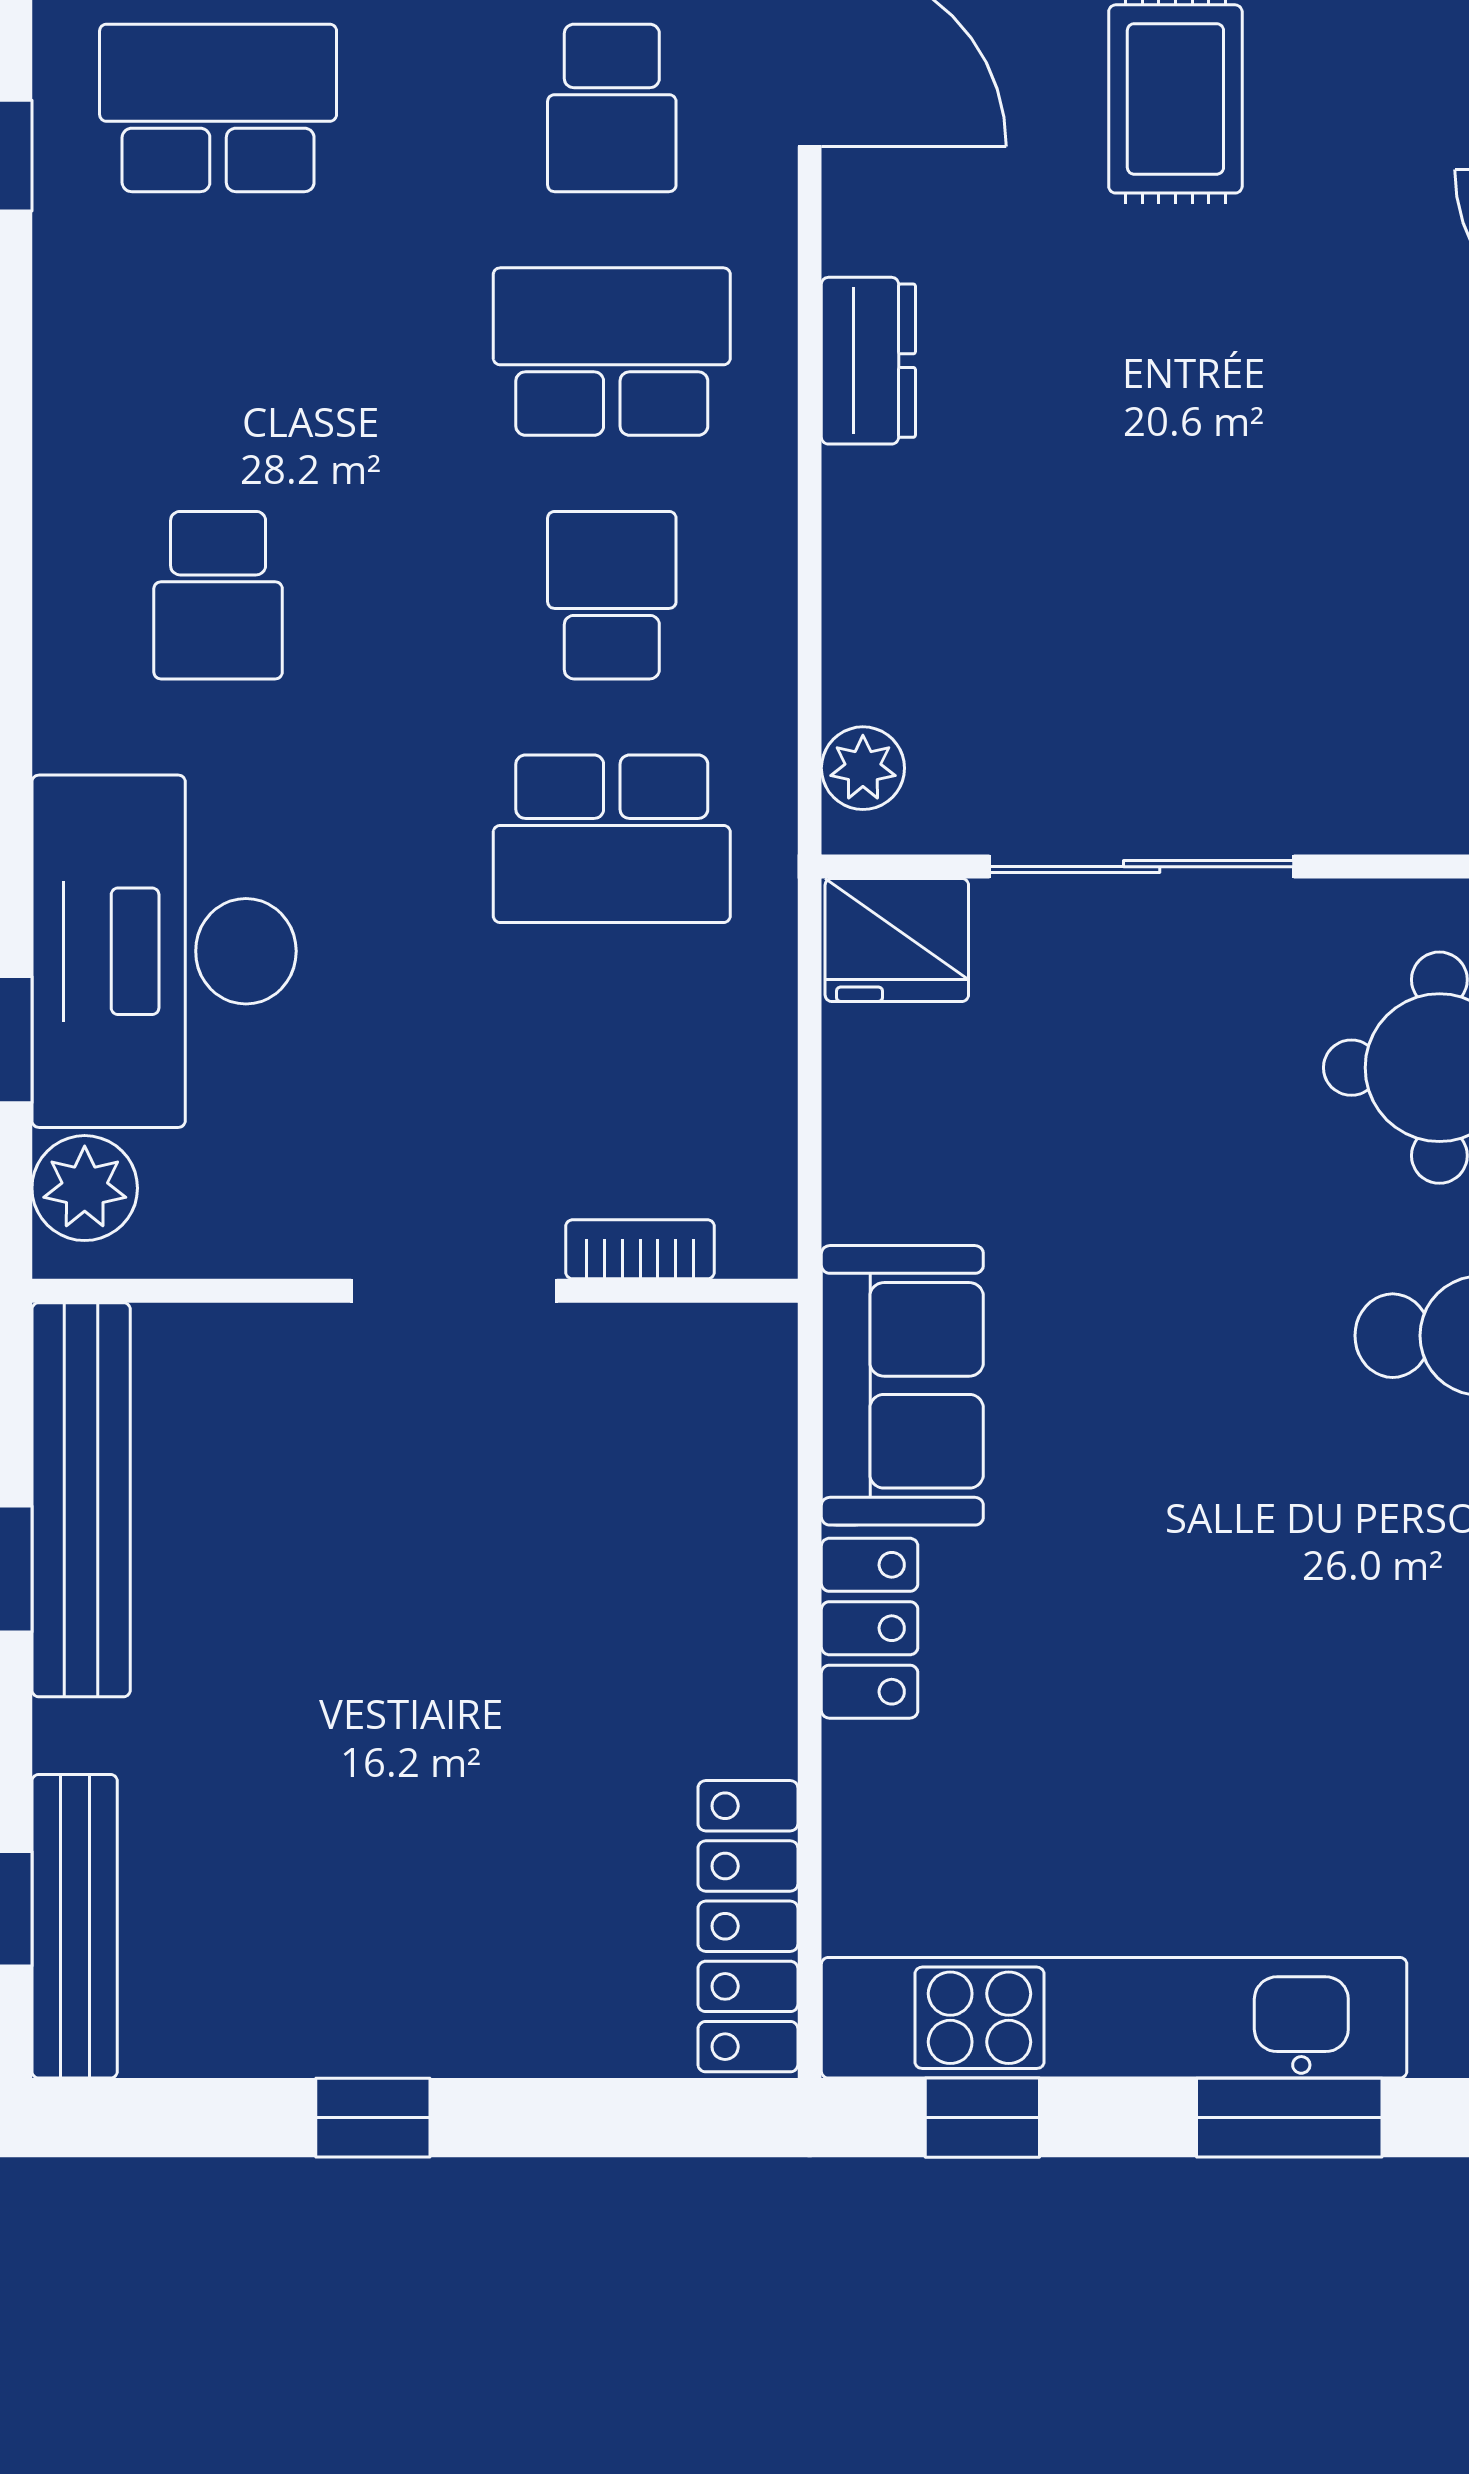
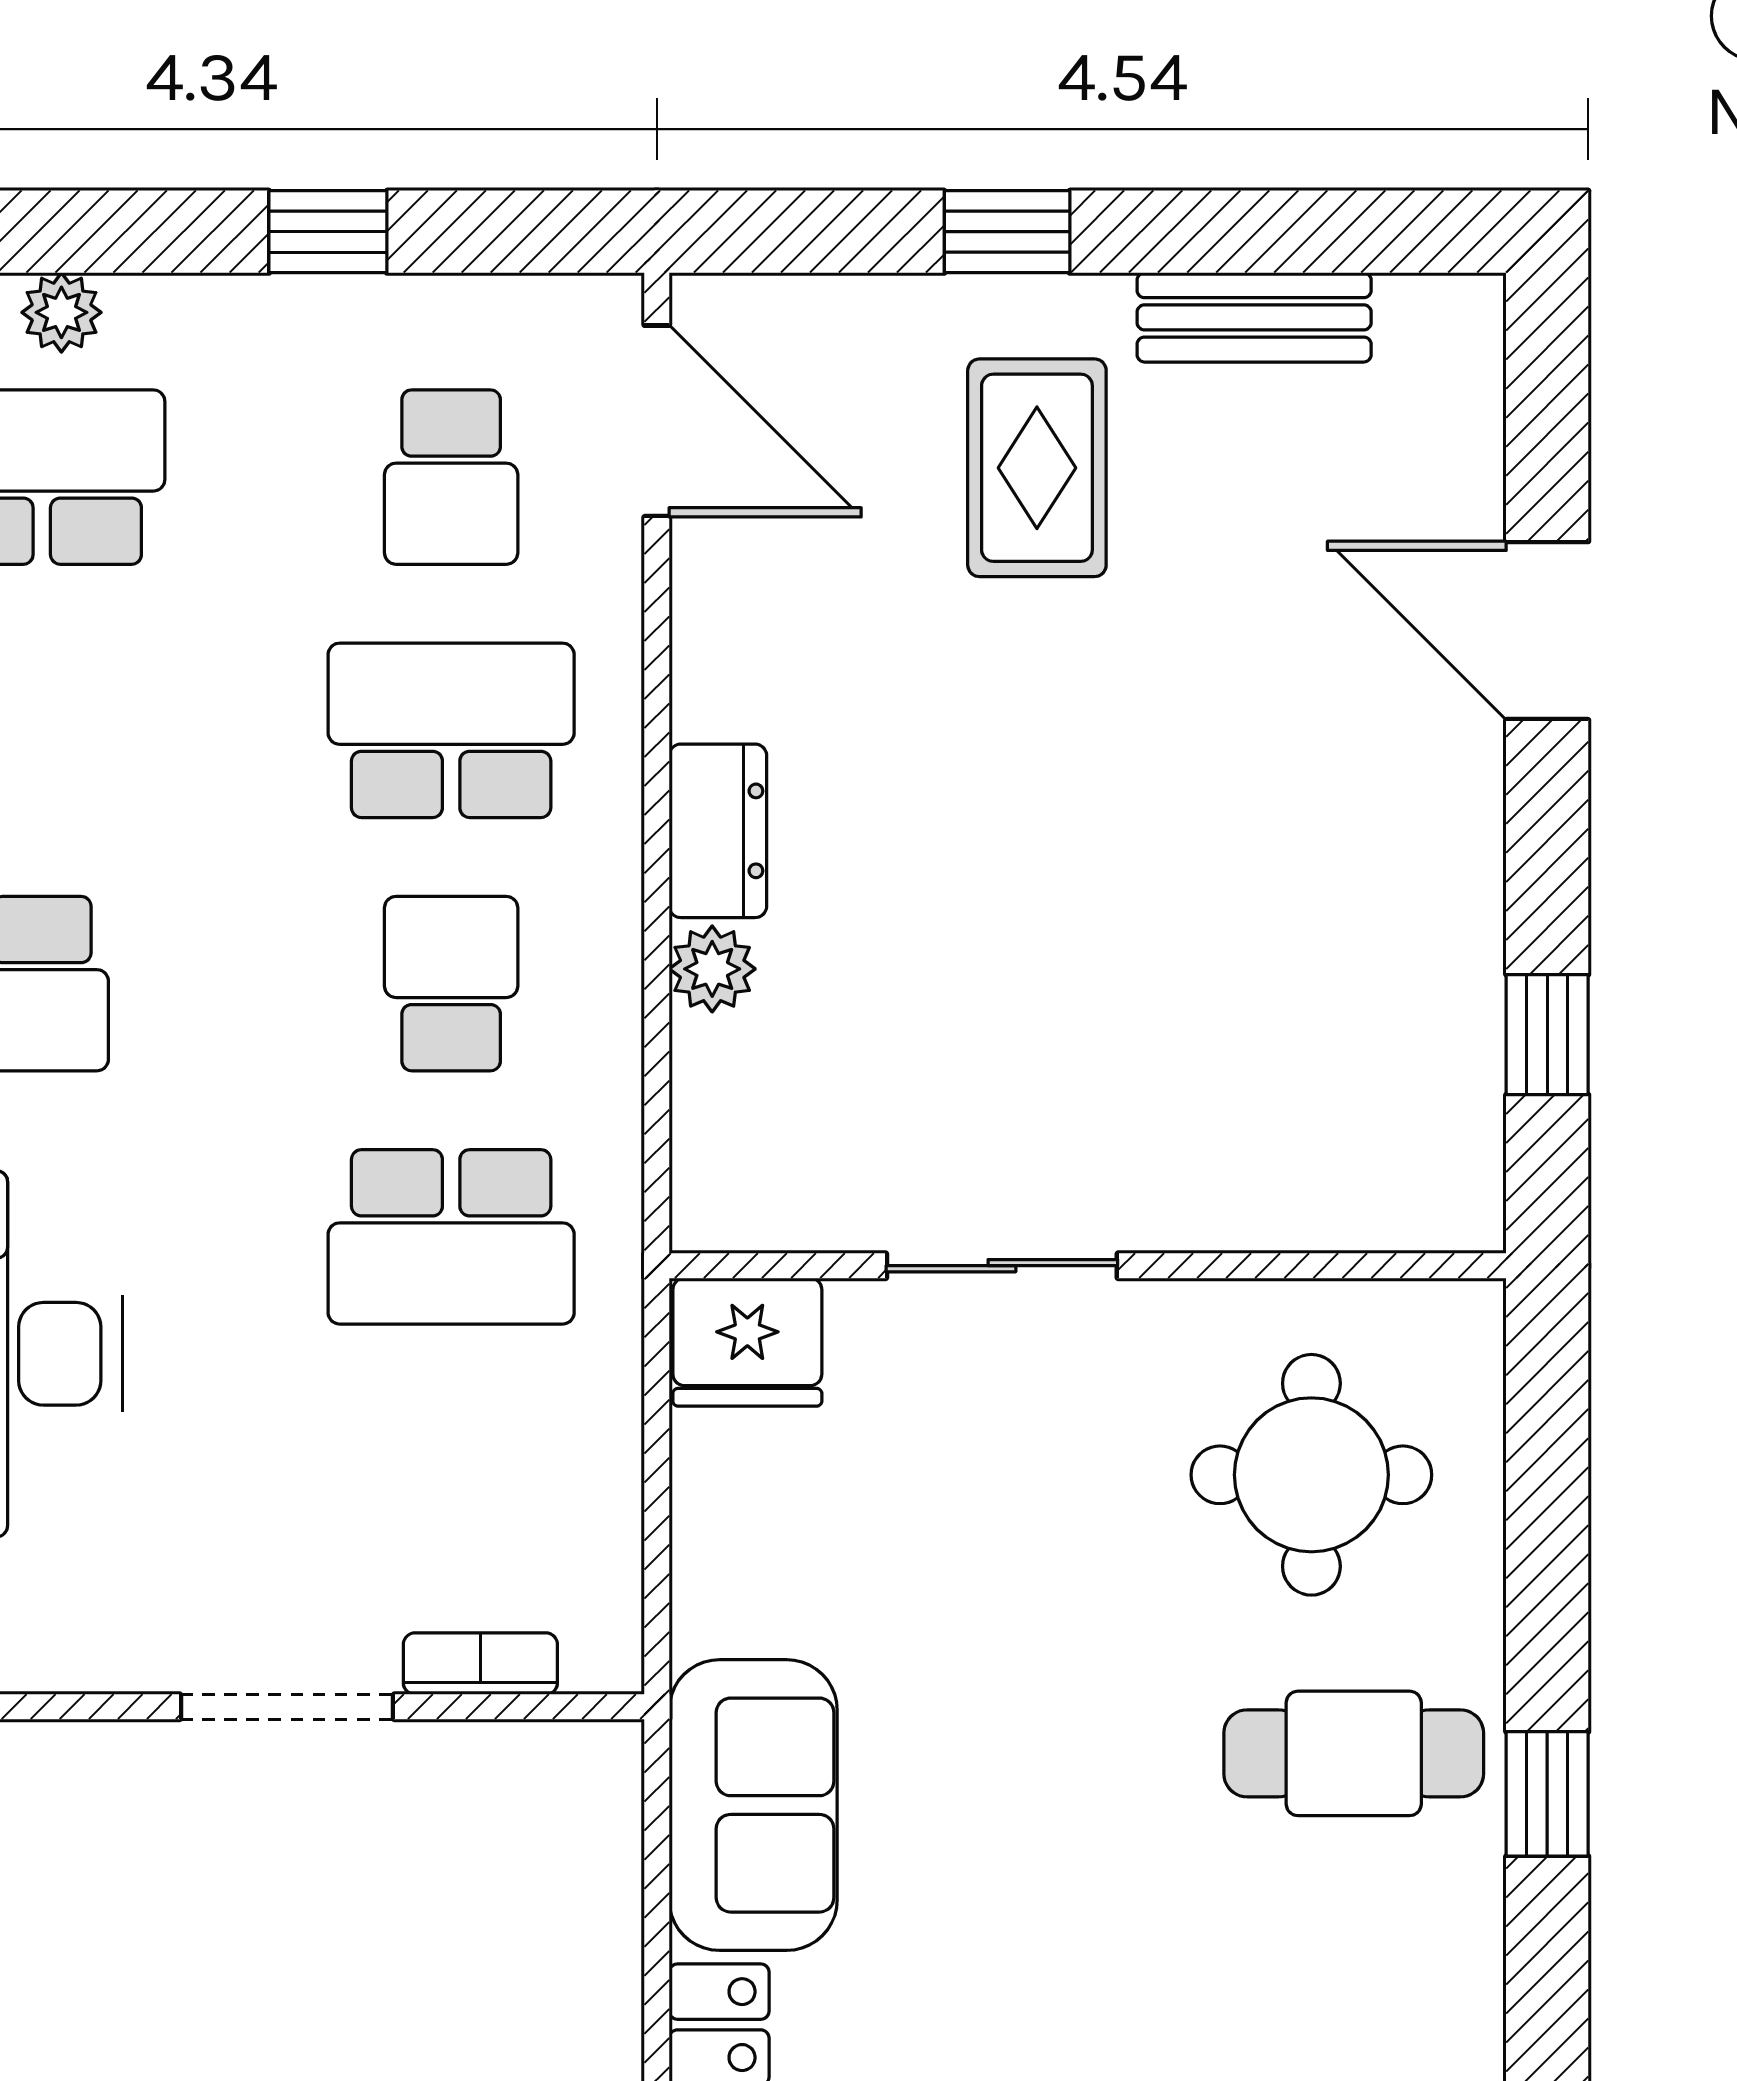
dresser: (868, 361) -> (718, 831), moved
plant: (863, 768) -> (712, 969), moved
sliding door: (1142, 867) -> (1002, 1266), width x0.73

